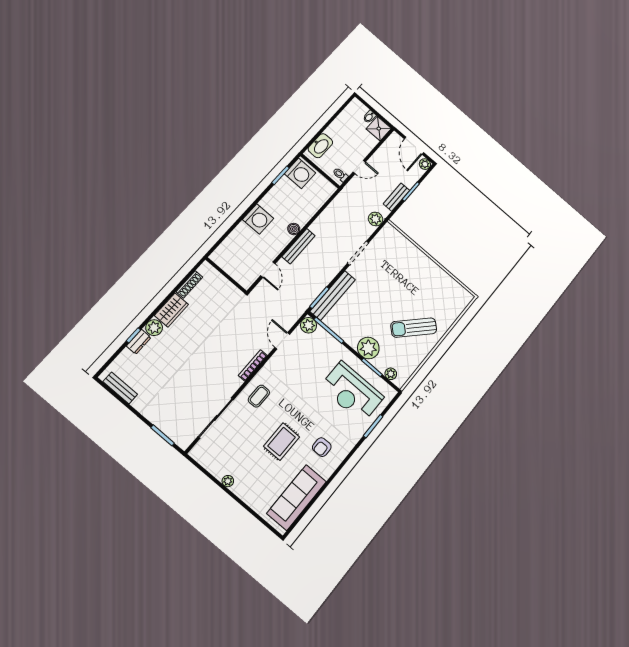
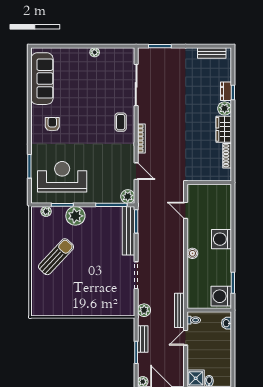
washbasin: (320, 146) -> (226, 323), width x0.52, depth x0.69
bench: (299, 246) -> (179, 310), moved
rug: (282, 442) -> (81, 106), removed

